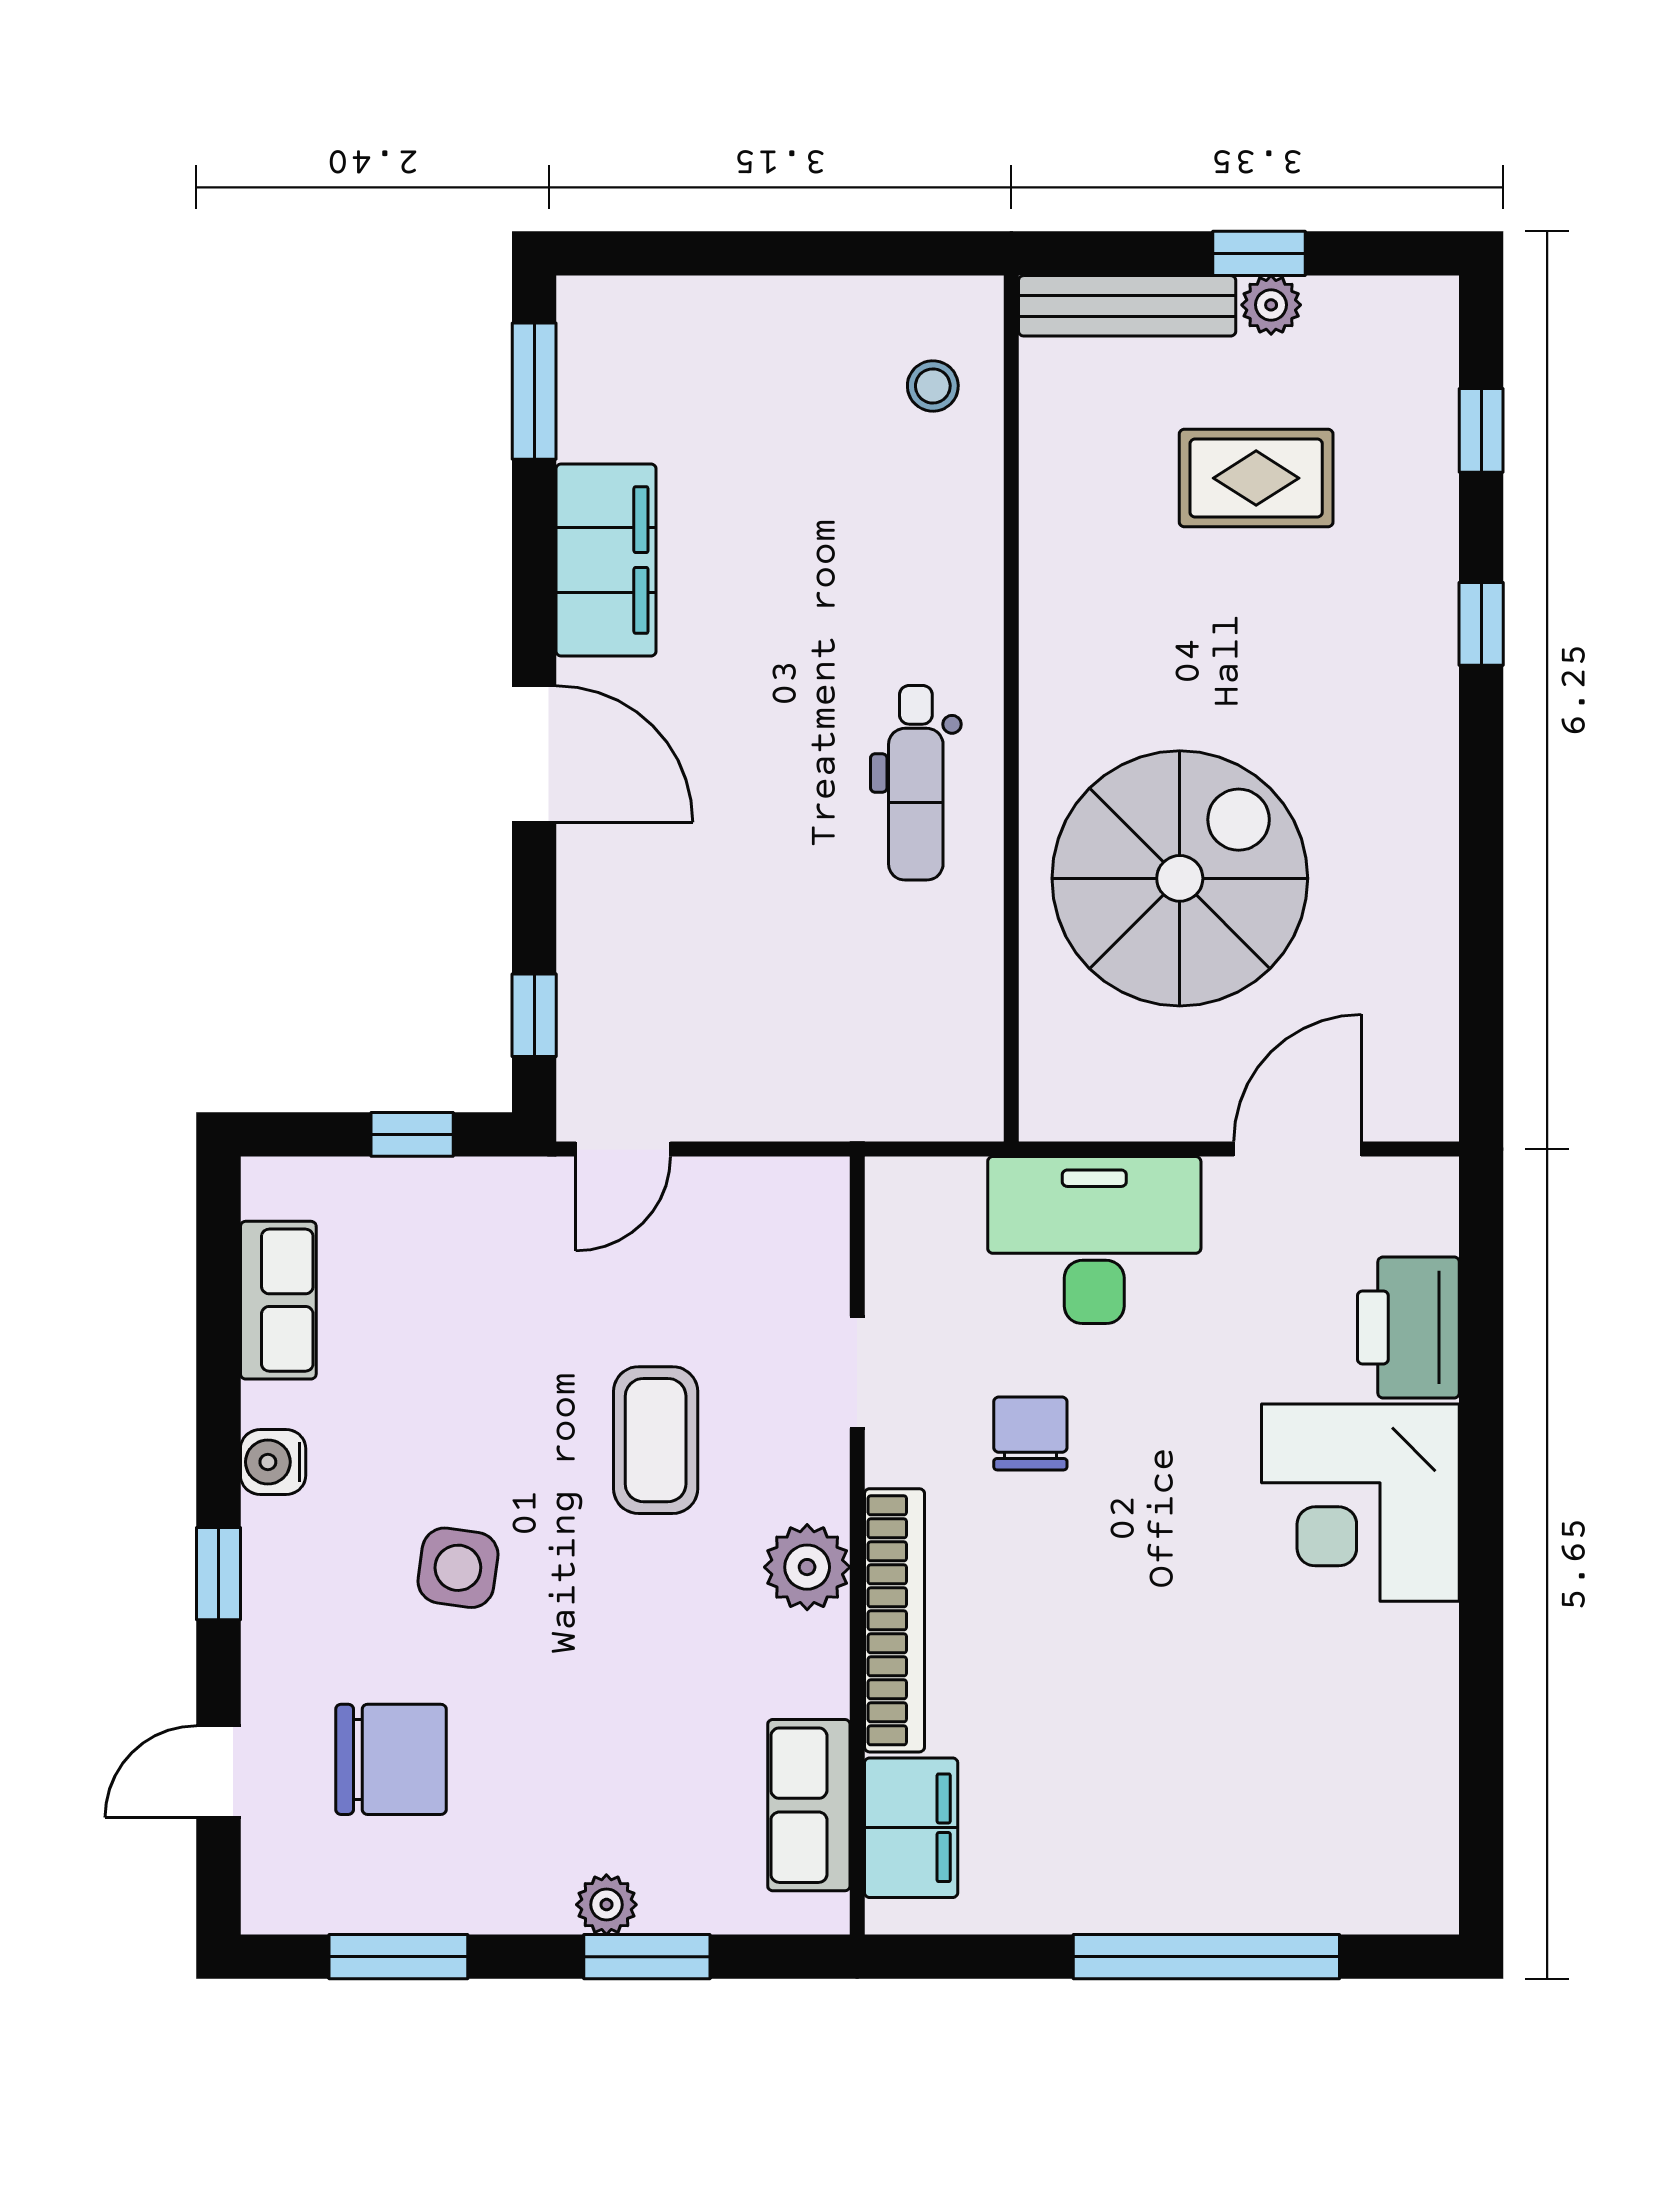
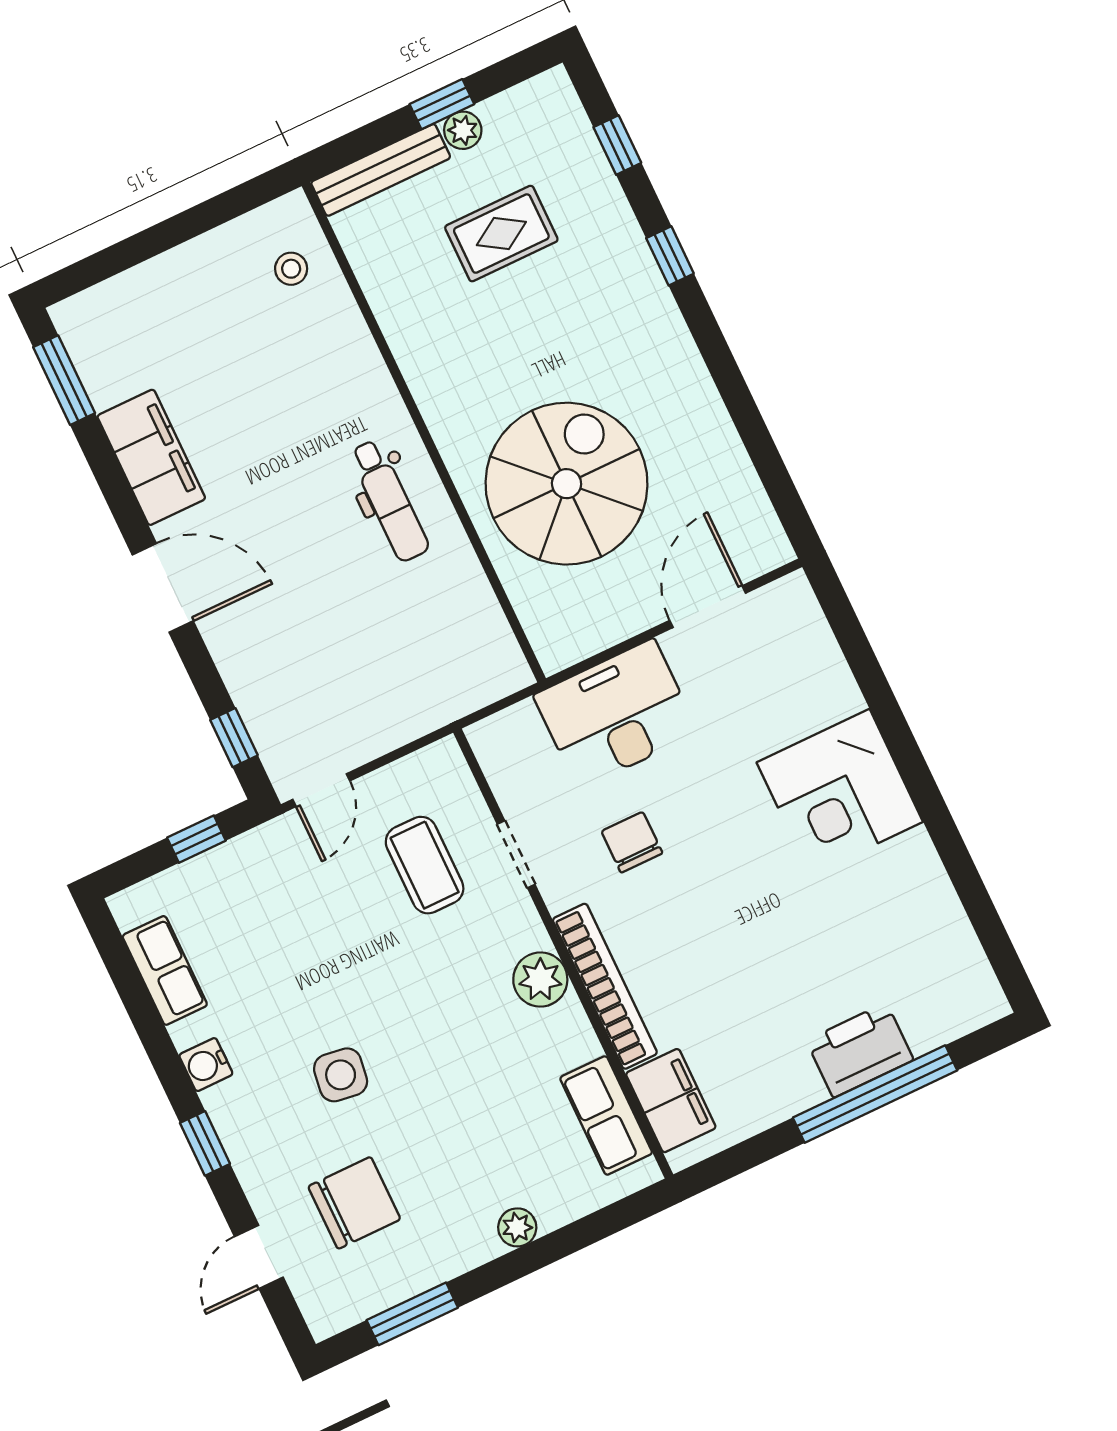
printer: (1408, 1327) -> (860, 1050), moved, turned 90
coffee table: (656, 1440) -> (425, 865), moved
window: (647, 1957) -> (554, 1246), removed

